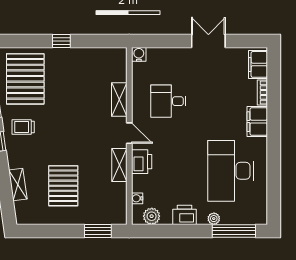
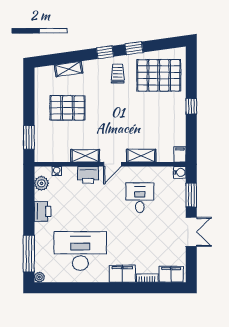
window: (165, 41) -> (191, 195), added
filing cabinet: (118, 54) -> (180, 154), added
plant: (214, 219) -> (39, 277), moved

